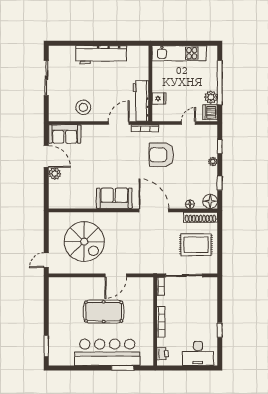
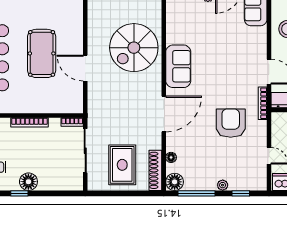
window: (220, 183) -> (197, 193), width x2.17
spiral stairs: (84, 242) -> (134, 48), moved
floor lamp: (210, 322) -> (28, 182), added

